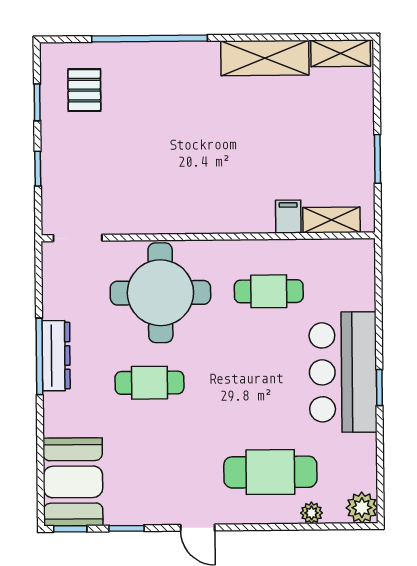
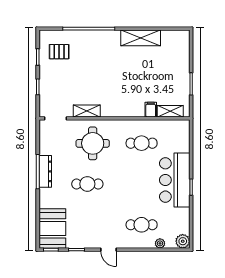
shelving: (341, 53) -> (87, 111), moved
pallet: (84, 90) -> (59, 52), turned 90
round table: (160, 293) -> (93, 143), width x0.73, depth x0.73
cafe table: (270, 472) -> (142, 225), width x0.73, depth x0.74

